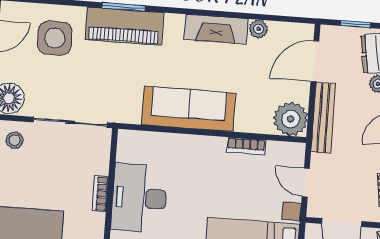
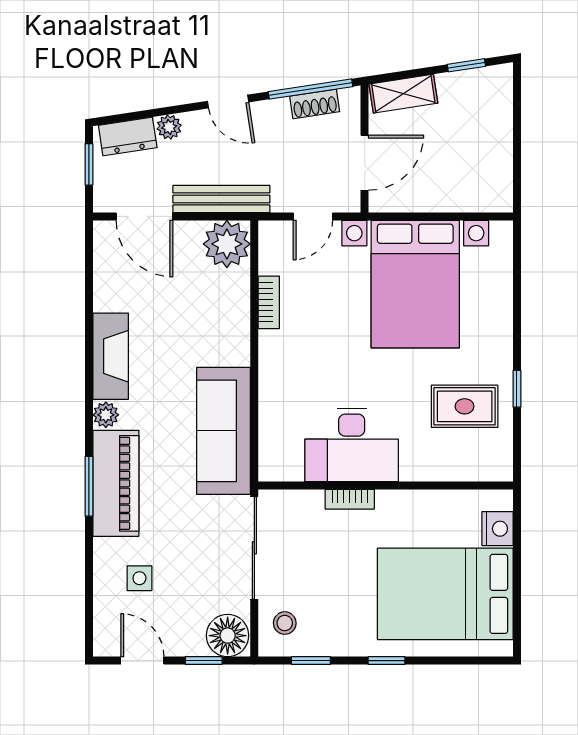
plant: (259, 29) -> (106, 415), moved
side table: (55, 38) -> (139, 578), width x0.54, depth x0.54
sofa: (189, 109) -> (223, 431), moved

